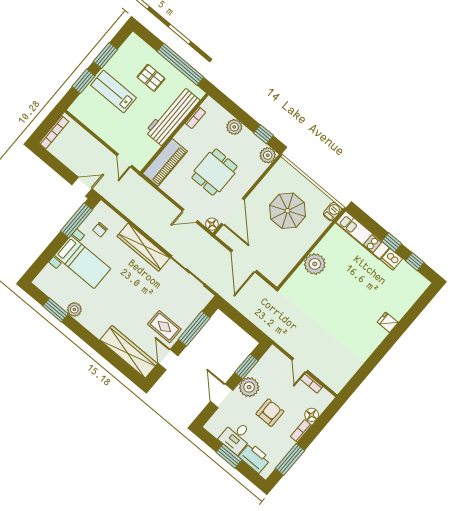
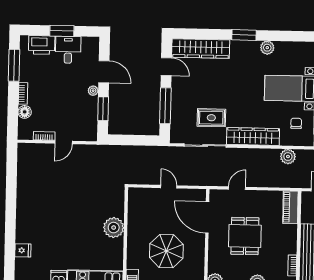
piano: (165, 162) -> (290, 207), width x0.73, depth x0.75
plant: (128, 208) -> (288, 157), added
floor lamp: (212, 224) -> (215, 195), removed
door: (244, 261) -> (169, 187), width x0.53
window: (56, 310) -> (244, 35), moved
fridge: (388, 322) -> (23, 250), moved
rug: (164, 327) -> (211, 118), moved
door: (300, 365) -> (64, 142), swing flipped
plant: (249, 387) -> (93, 91), width x0.53, depth x0.53
armchair: (270, 413) -> (57, 88), removed

